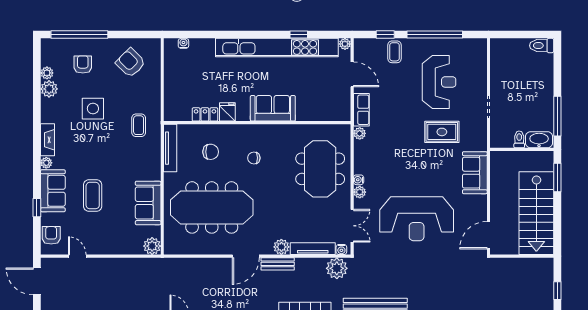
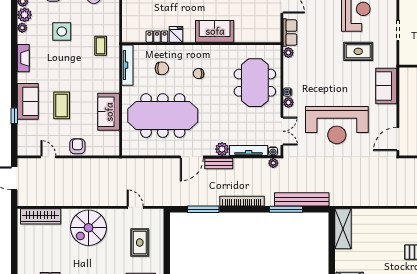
plant: (46, 163) -> (22, 28), moved
armchair: (51, 235) -> (77, 146), moved
plant: (152, 246) -> (112, 148), removed
plant: (337, 268) -> (273, 163), width x0.53, depth x0.53

